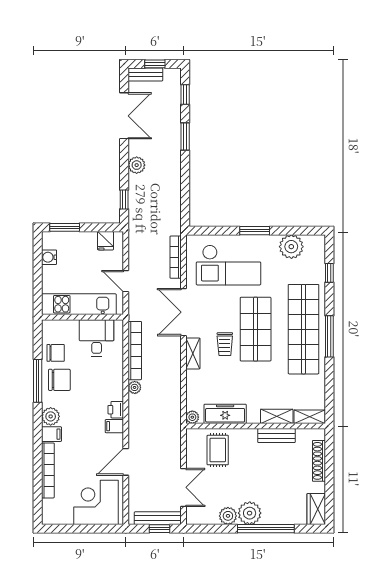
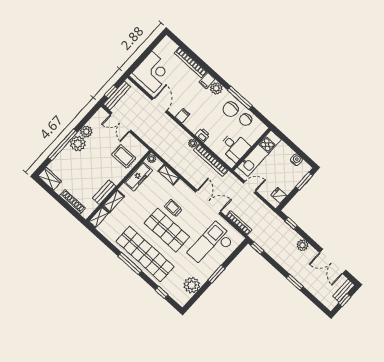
window: (185, 94) -> (257, 248), moved
shelving: (193, 353) -> (169, 175), moved
printer: (116, 410) -> (203, 135), moved

